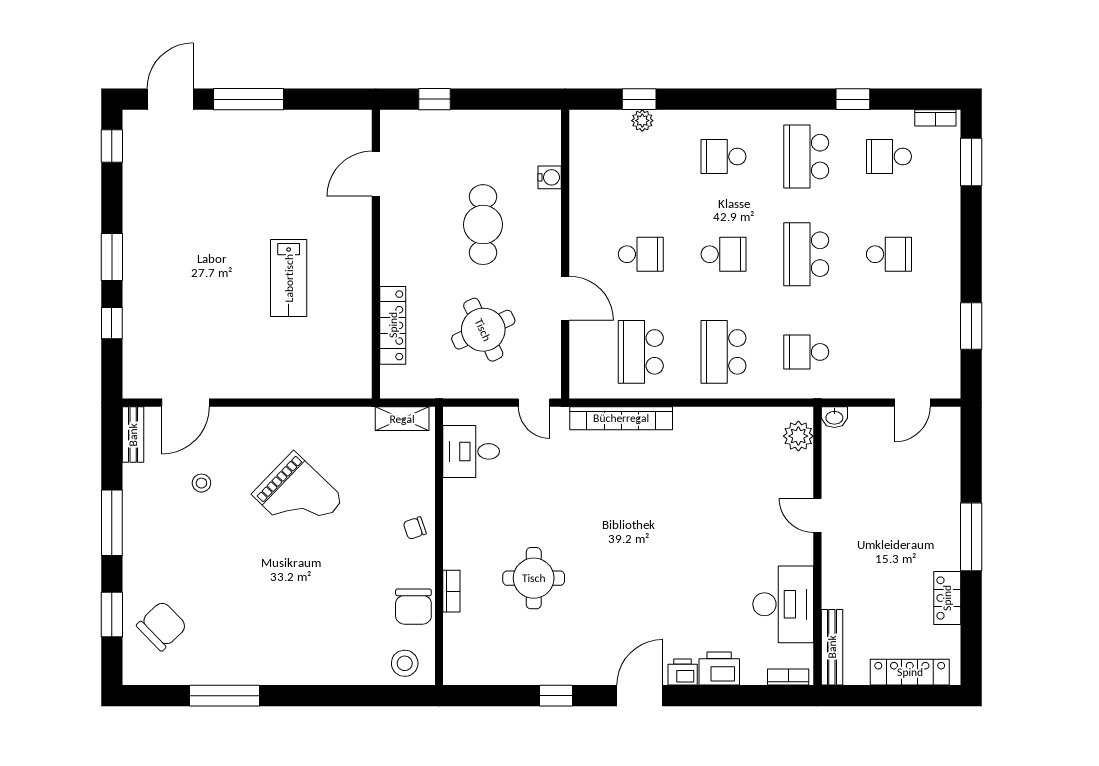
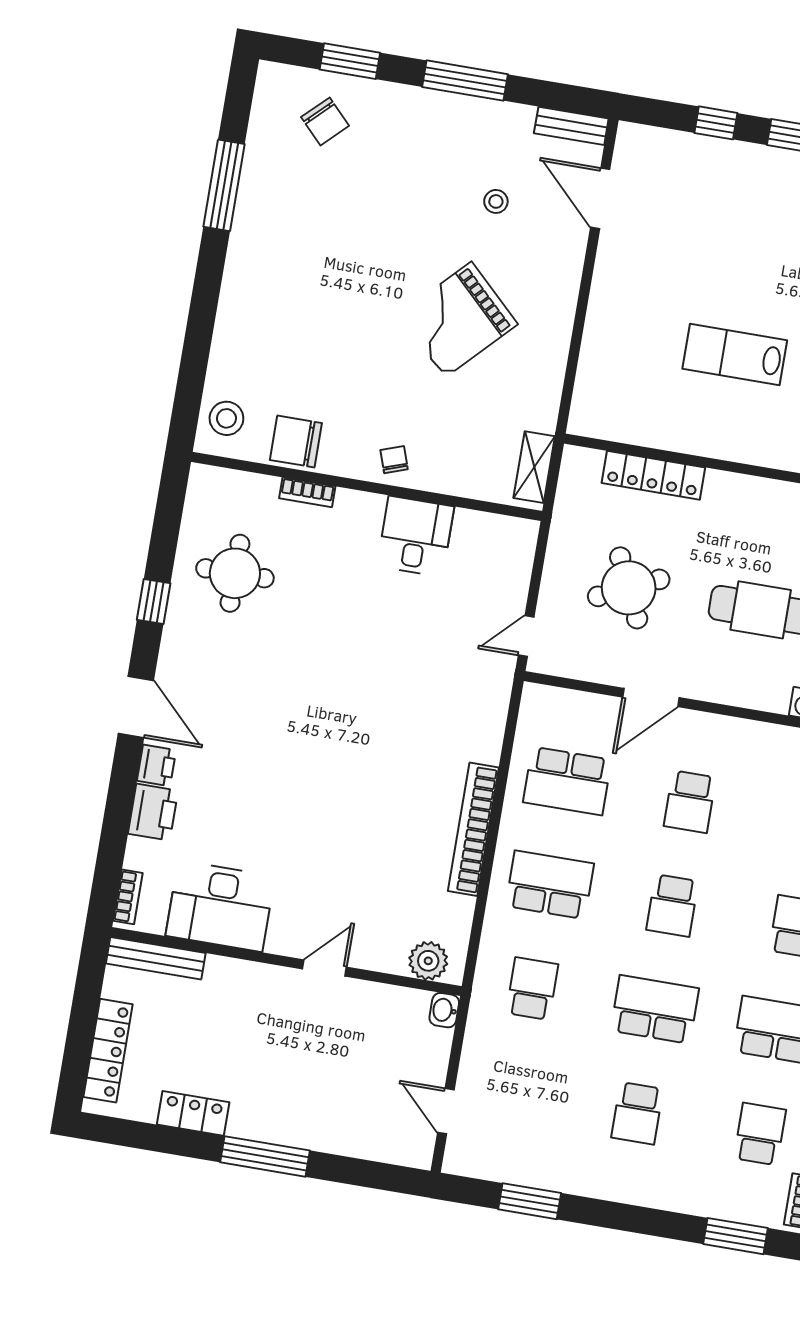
school desk: (641, 352) -> (567, 781), turned 180
bookcase: (621, 418) -> (473, 829), moved
desk: (471, 451) -> (416, 536), moved
round table: (534, 578) -> (235, 573), moved
chair: (162, 626) -> (325, 121), width x0.73, depth x0.73

